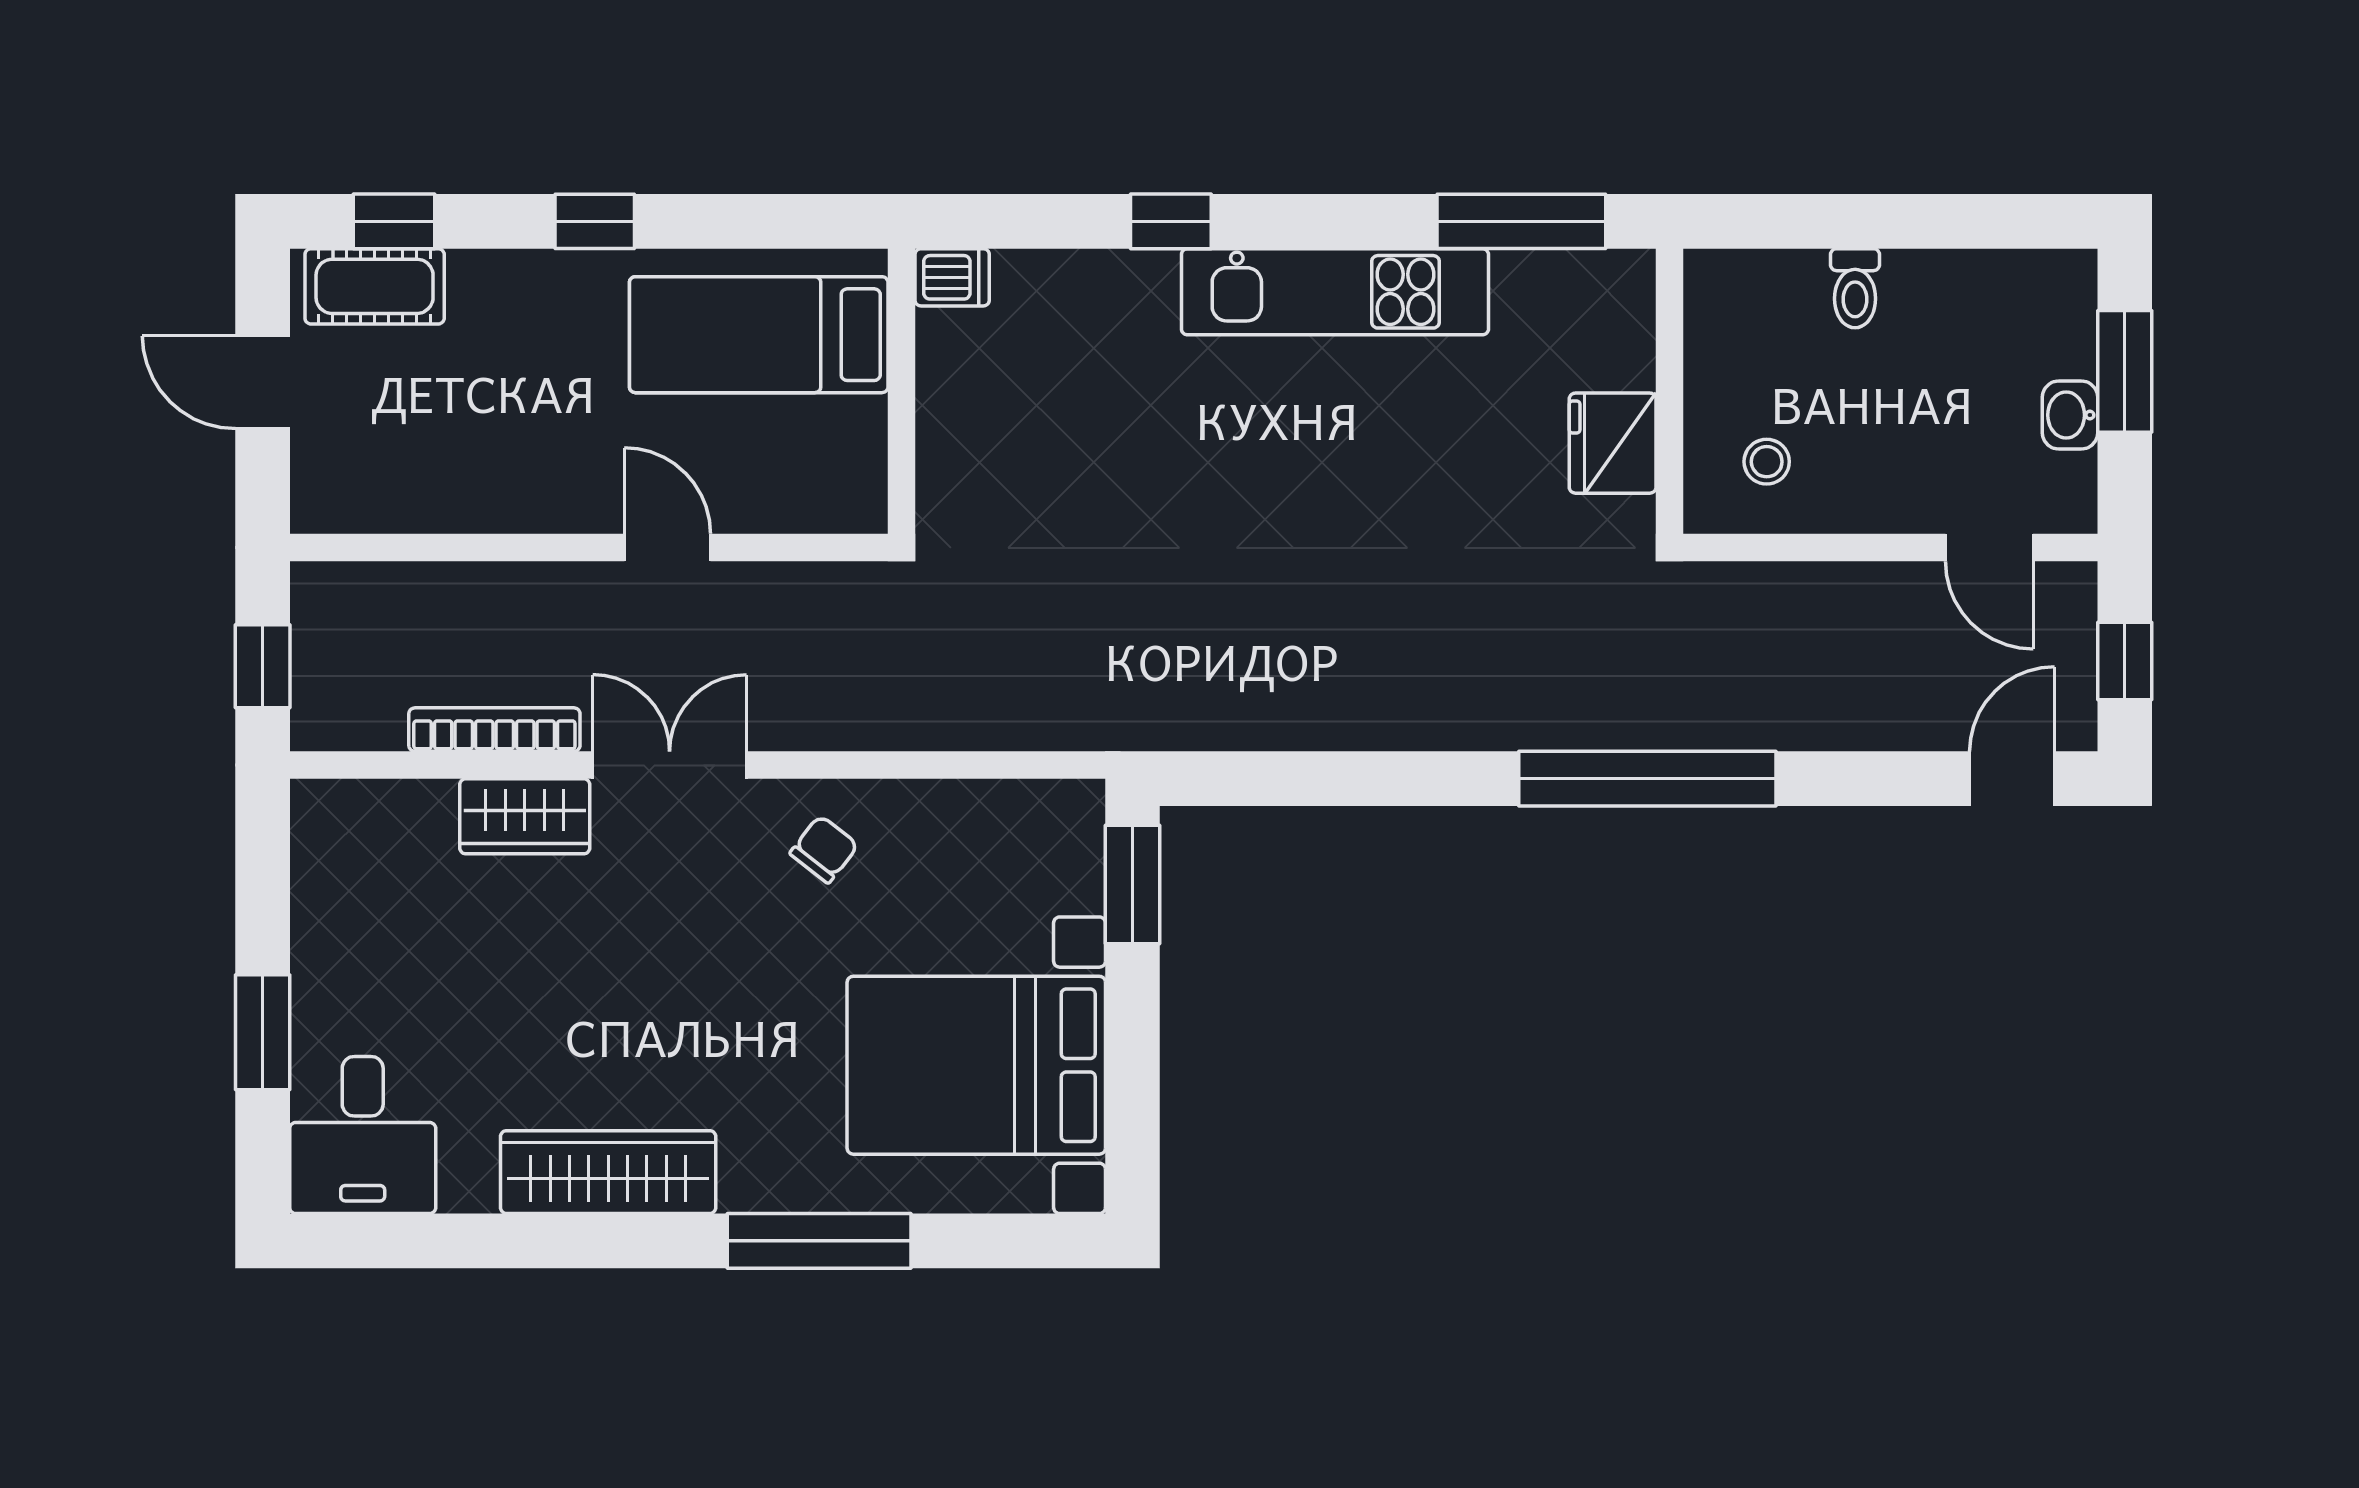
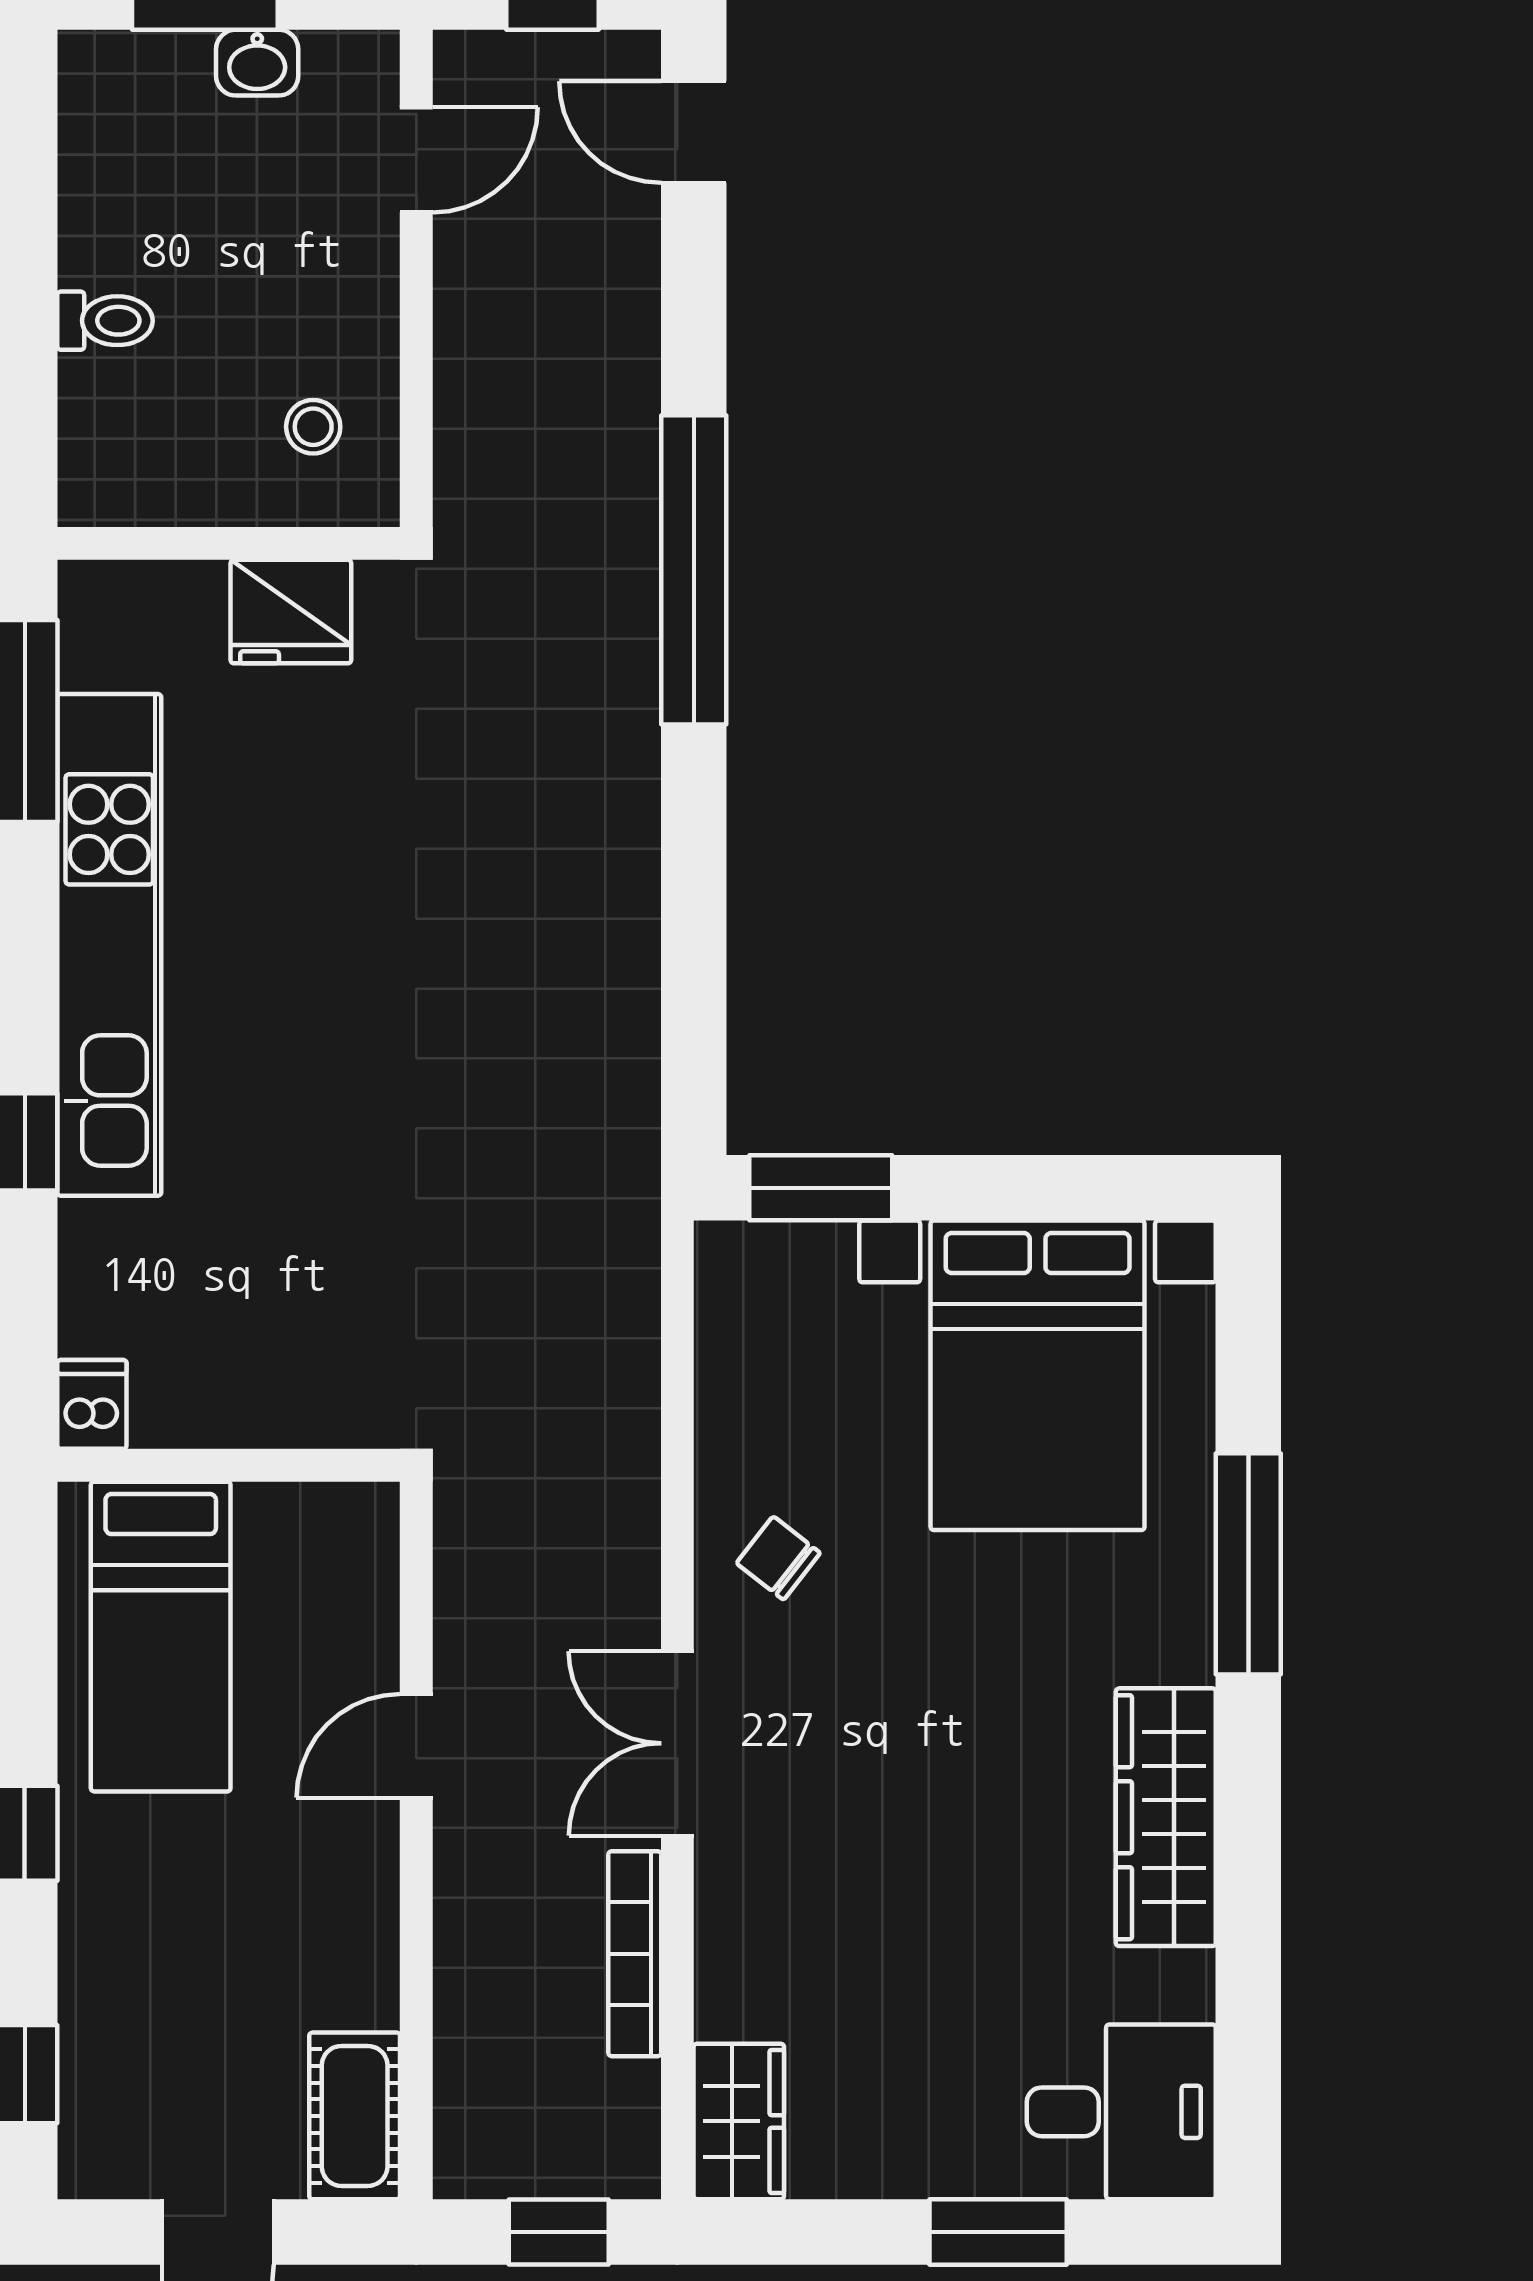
cot: (375, 286) -> (355, 2116), moved
kitchen unit: (1335, 292) -> (109, 945), width x1.36
wardrobe: (525, 816) -> (739, 2121), moved

